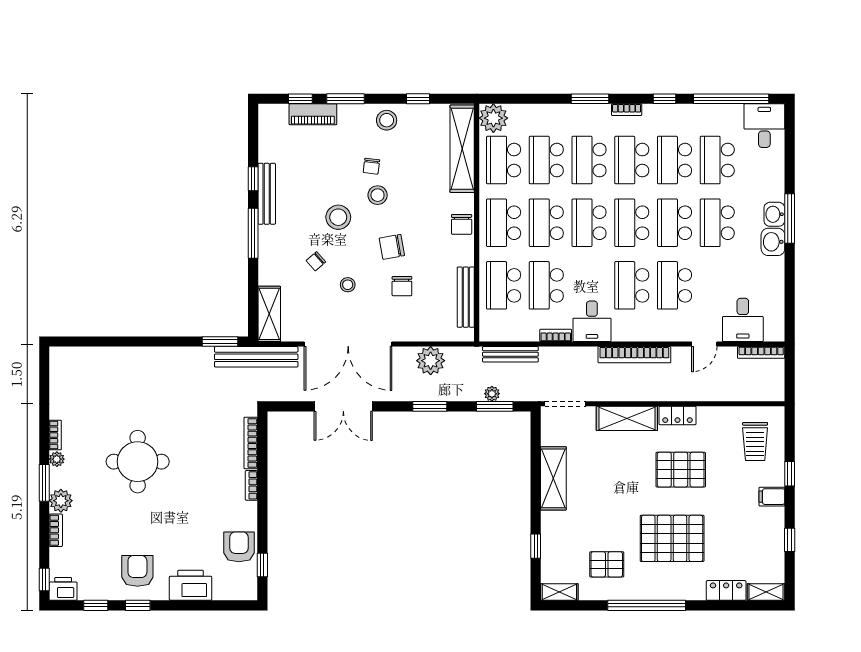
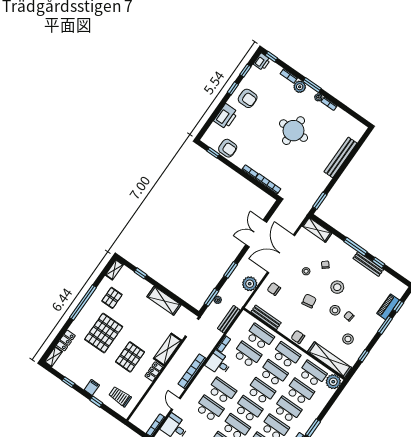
stool: (387, 120) -> (348, 339), moved
chair: (402, 286) -> (274, 289), moved
bench: (256, 357) -> (341, 157), moved

